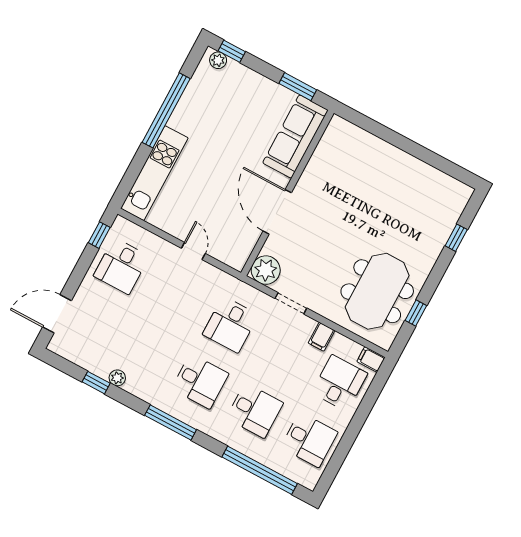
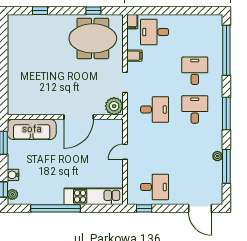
water cooler: (245, 76) -> (13, 175), added
window: (96, 383) -> (226, 166), width x2.17
desk: (309, 440) -> (195, 32), removed

